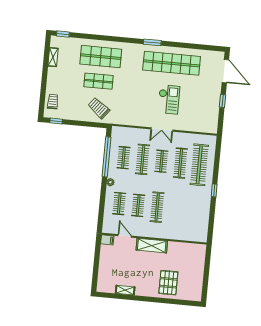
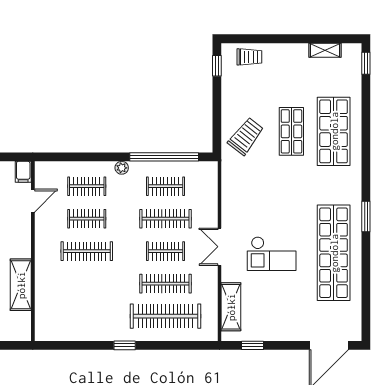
window: (223, 101) -> (252, 345), moved
shelving: (197, 126) -> (231, 307), added
shelving: (152, 246) -> (21, 285), moved

